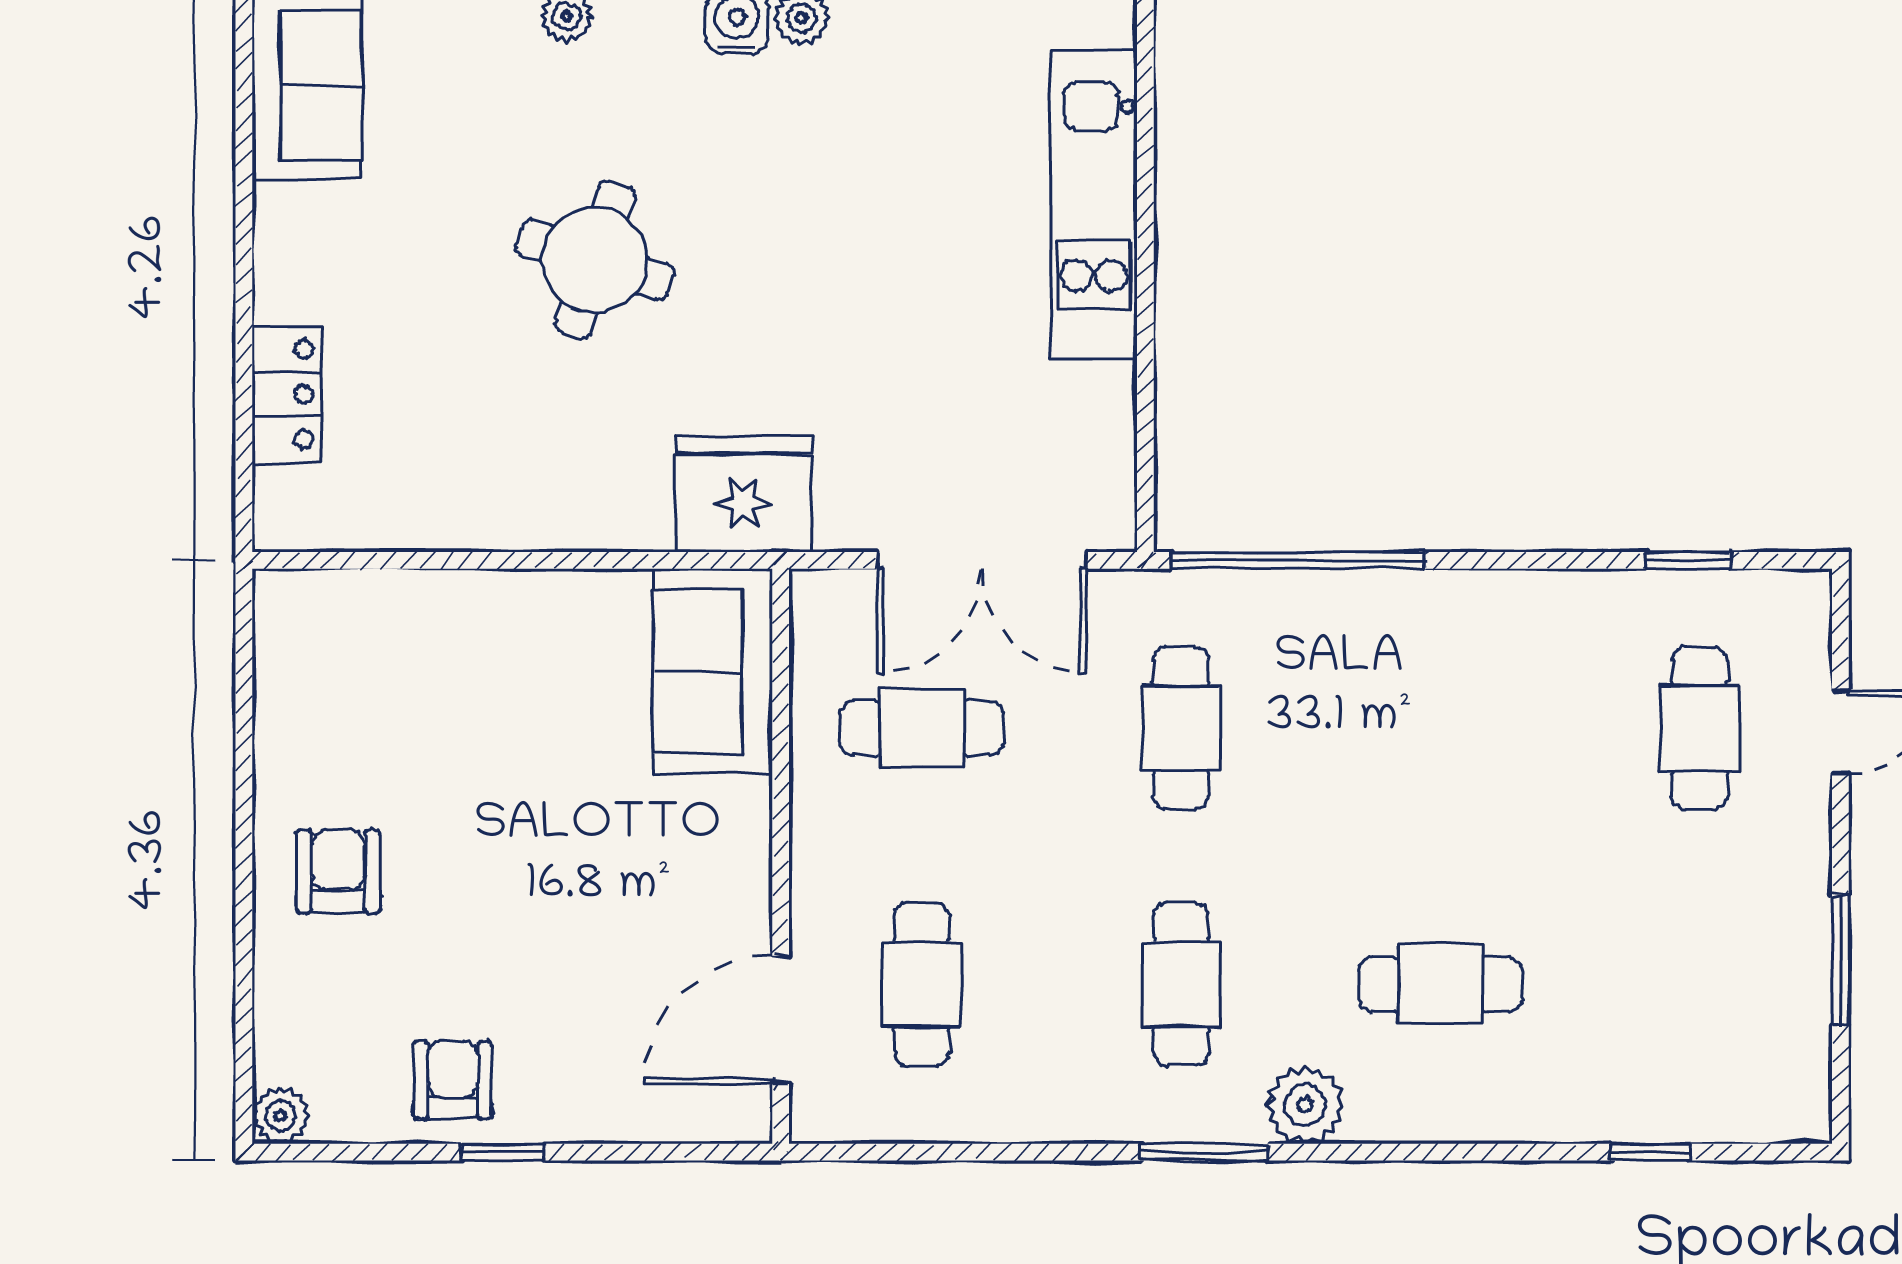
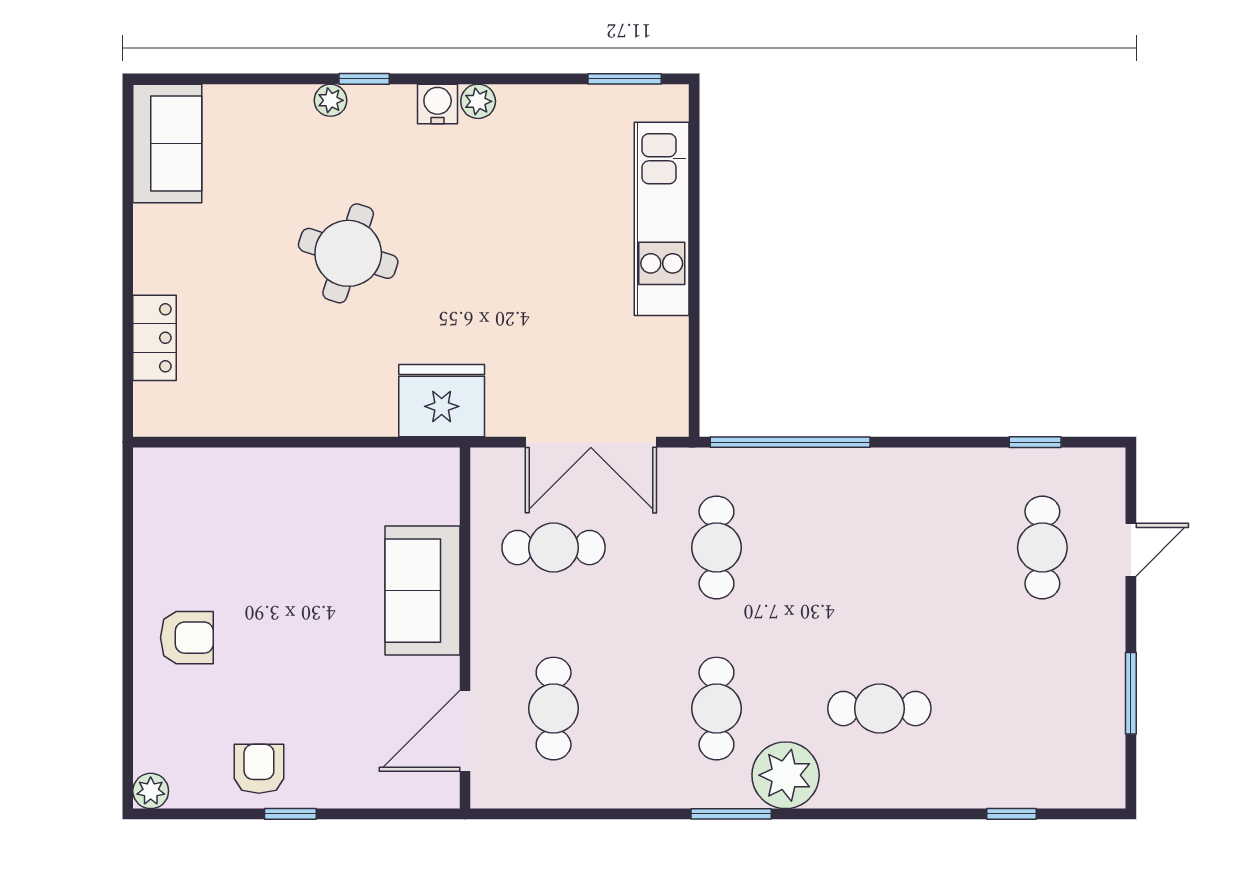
sofa: (713, 671) -> (422, 591), moved
armchair: (338, 871) -> (187, 638), turned 90
plant: (1305, 1105) -> (786, 775), width x1.36, depth x1.36

